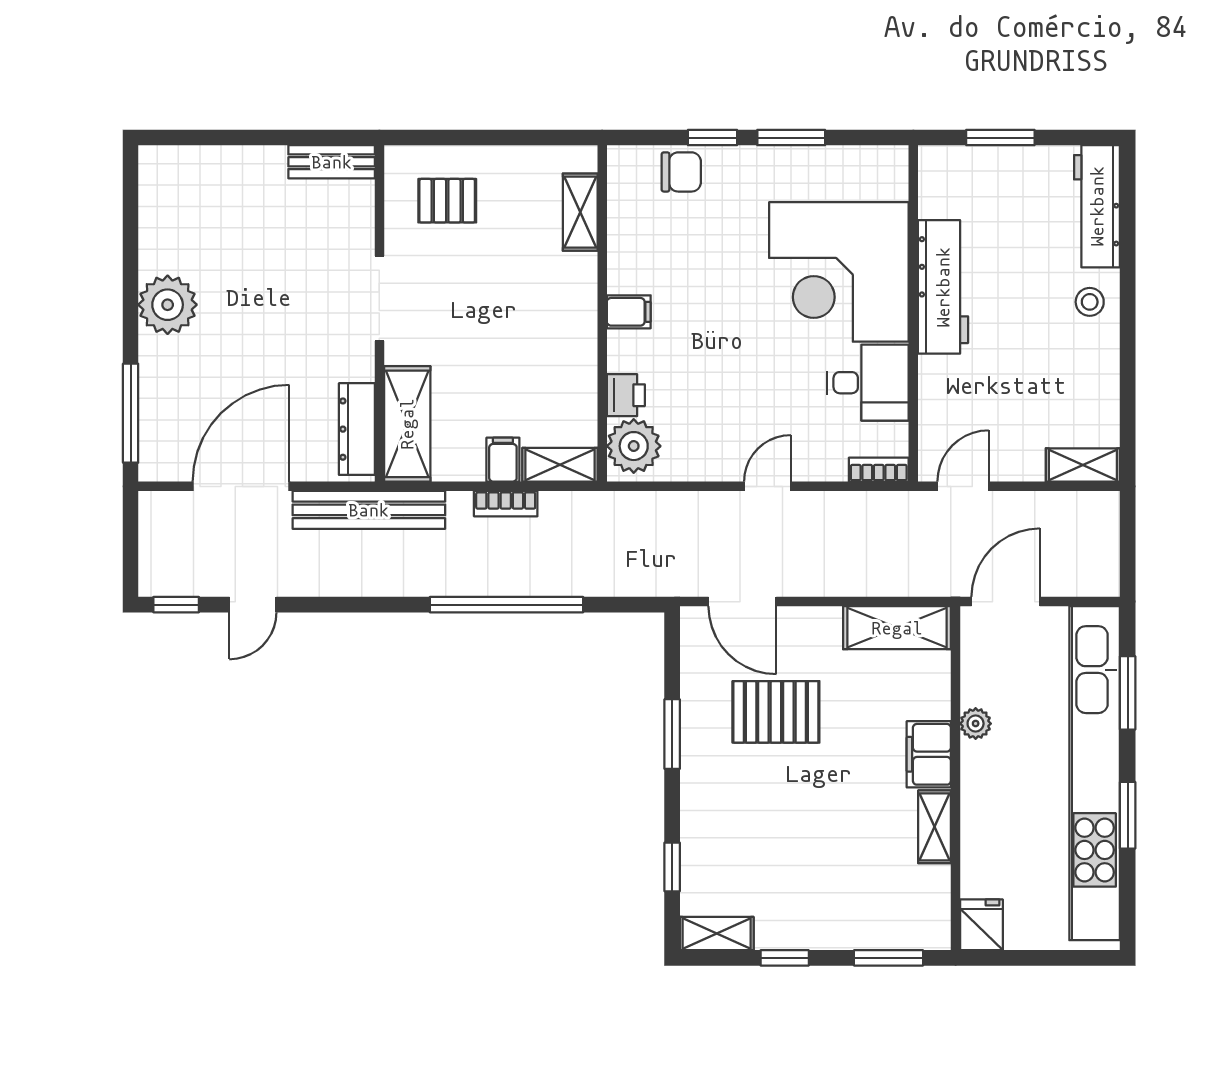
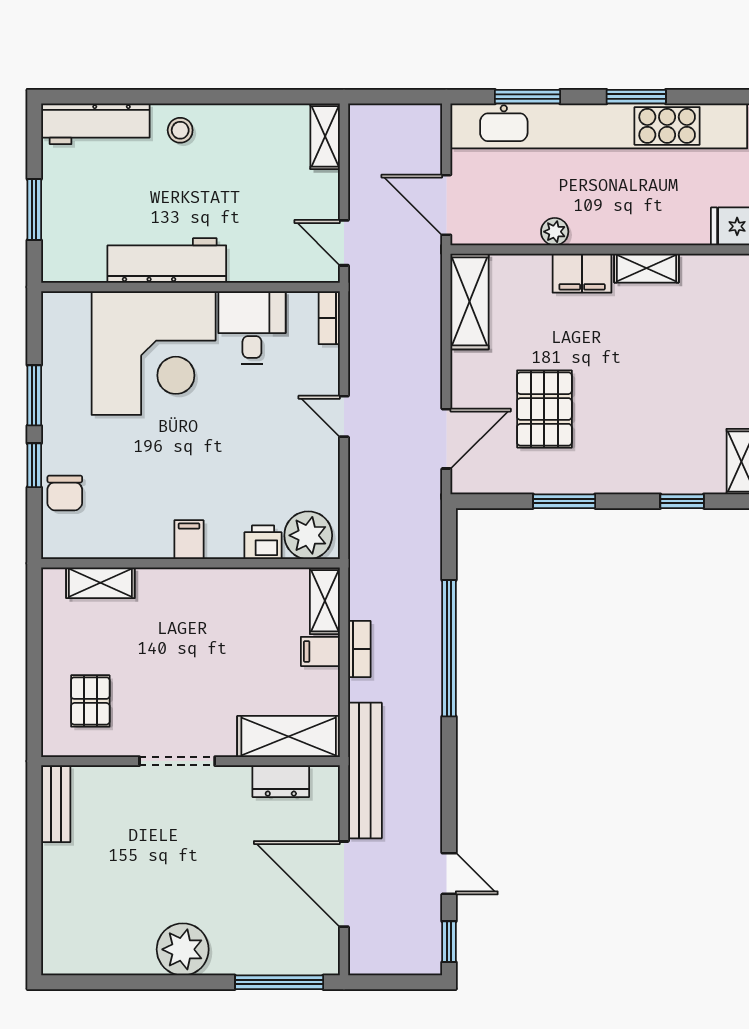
chair: (681, 172) -> (65, 493), turned 180
dresser: (357, 429) -> (281, 781), width x0.70

